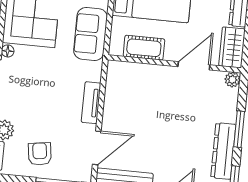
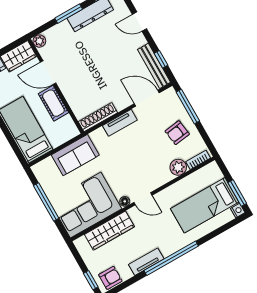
cot: (144, 48) -> (53, 103), moved
shoe rack: (113, 84) -> (98, 117), added

